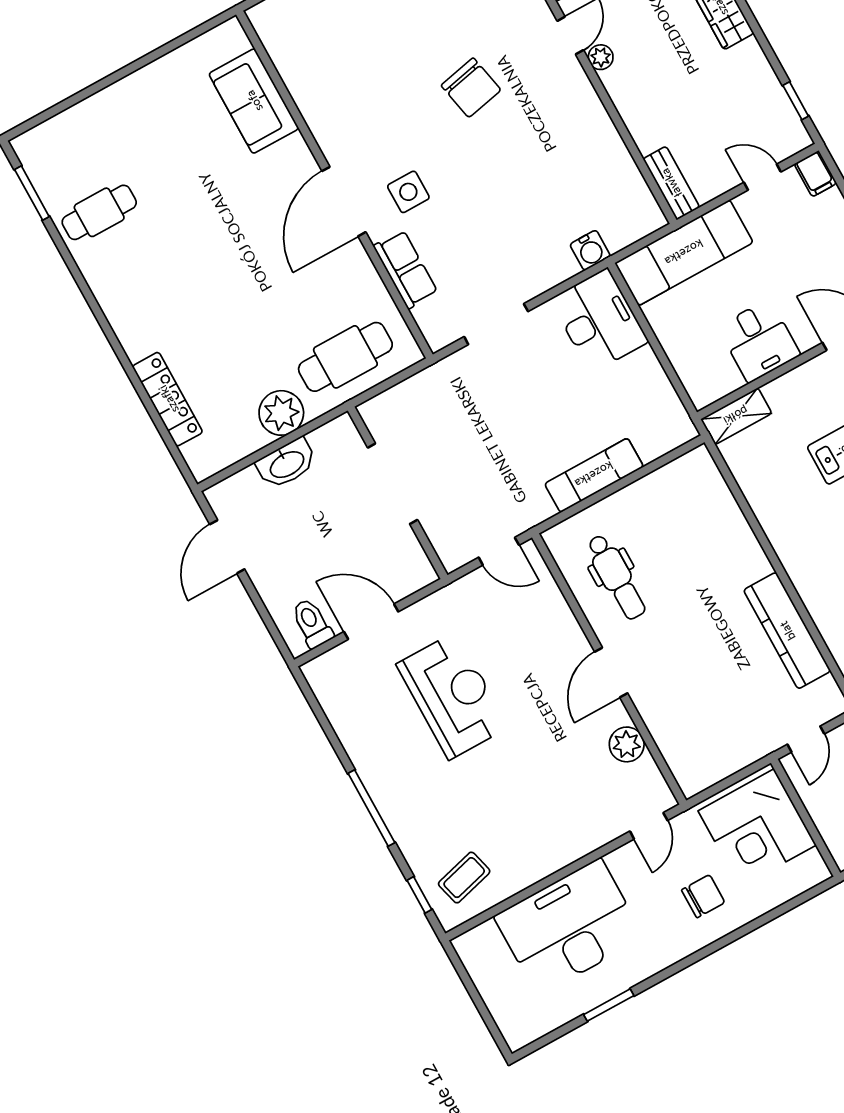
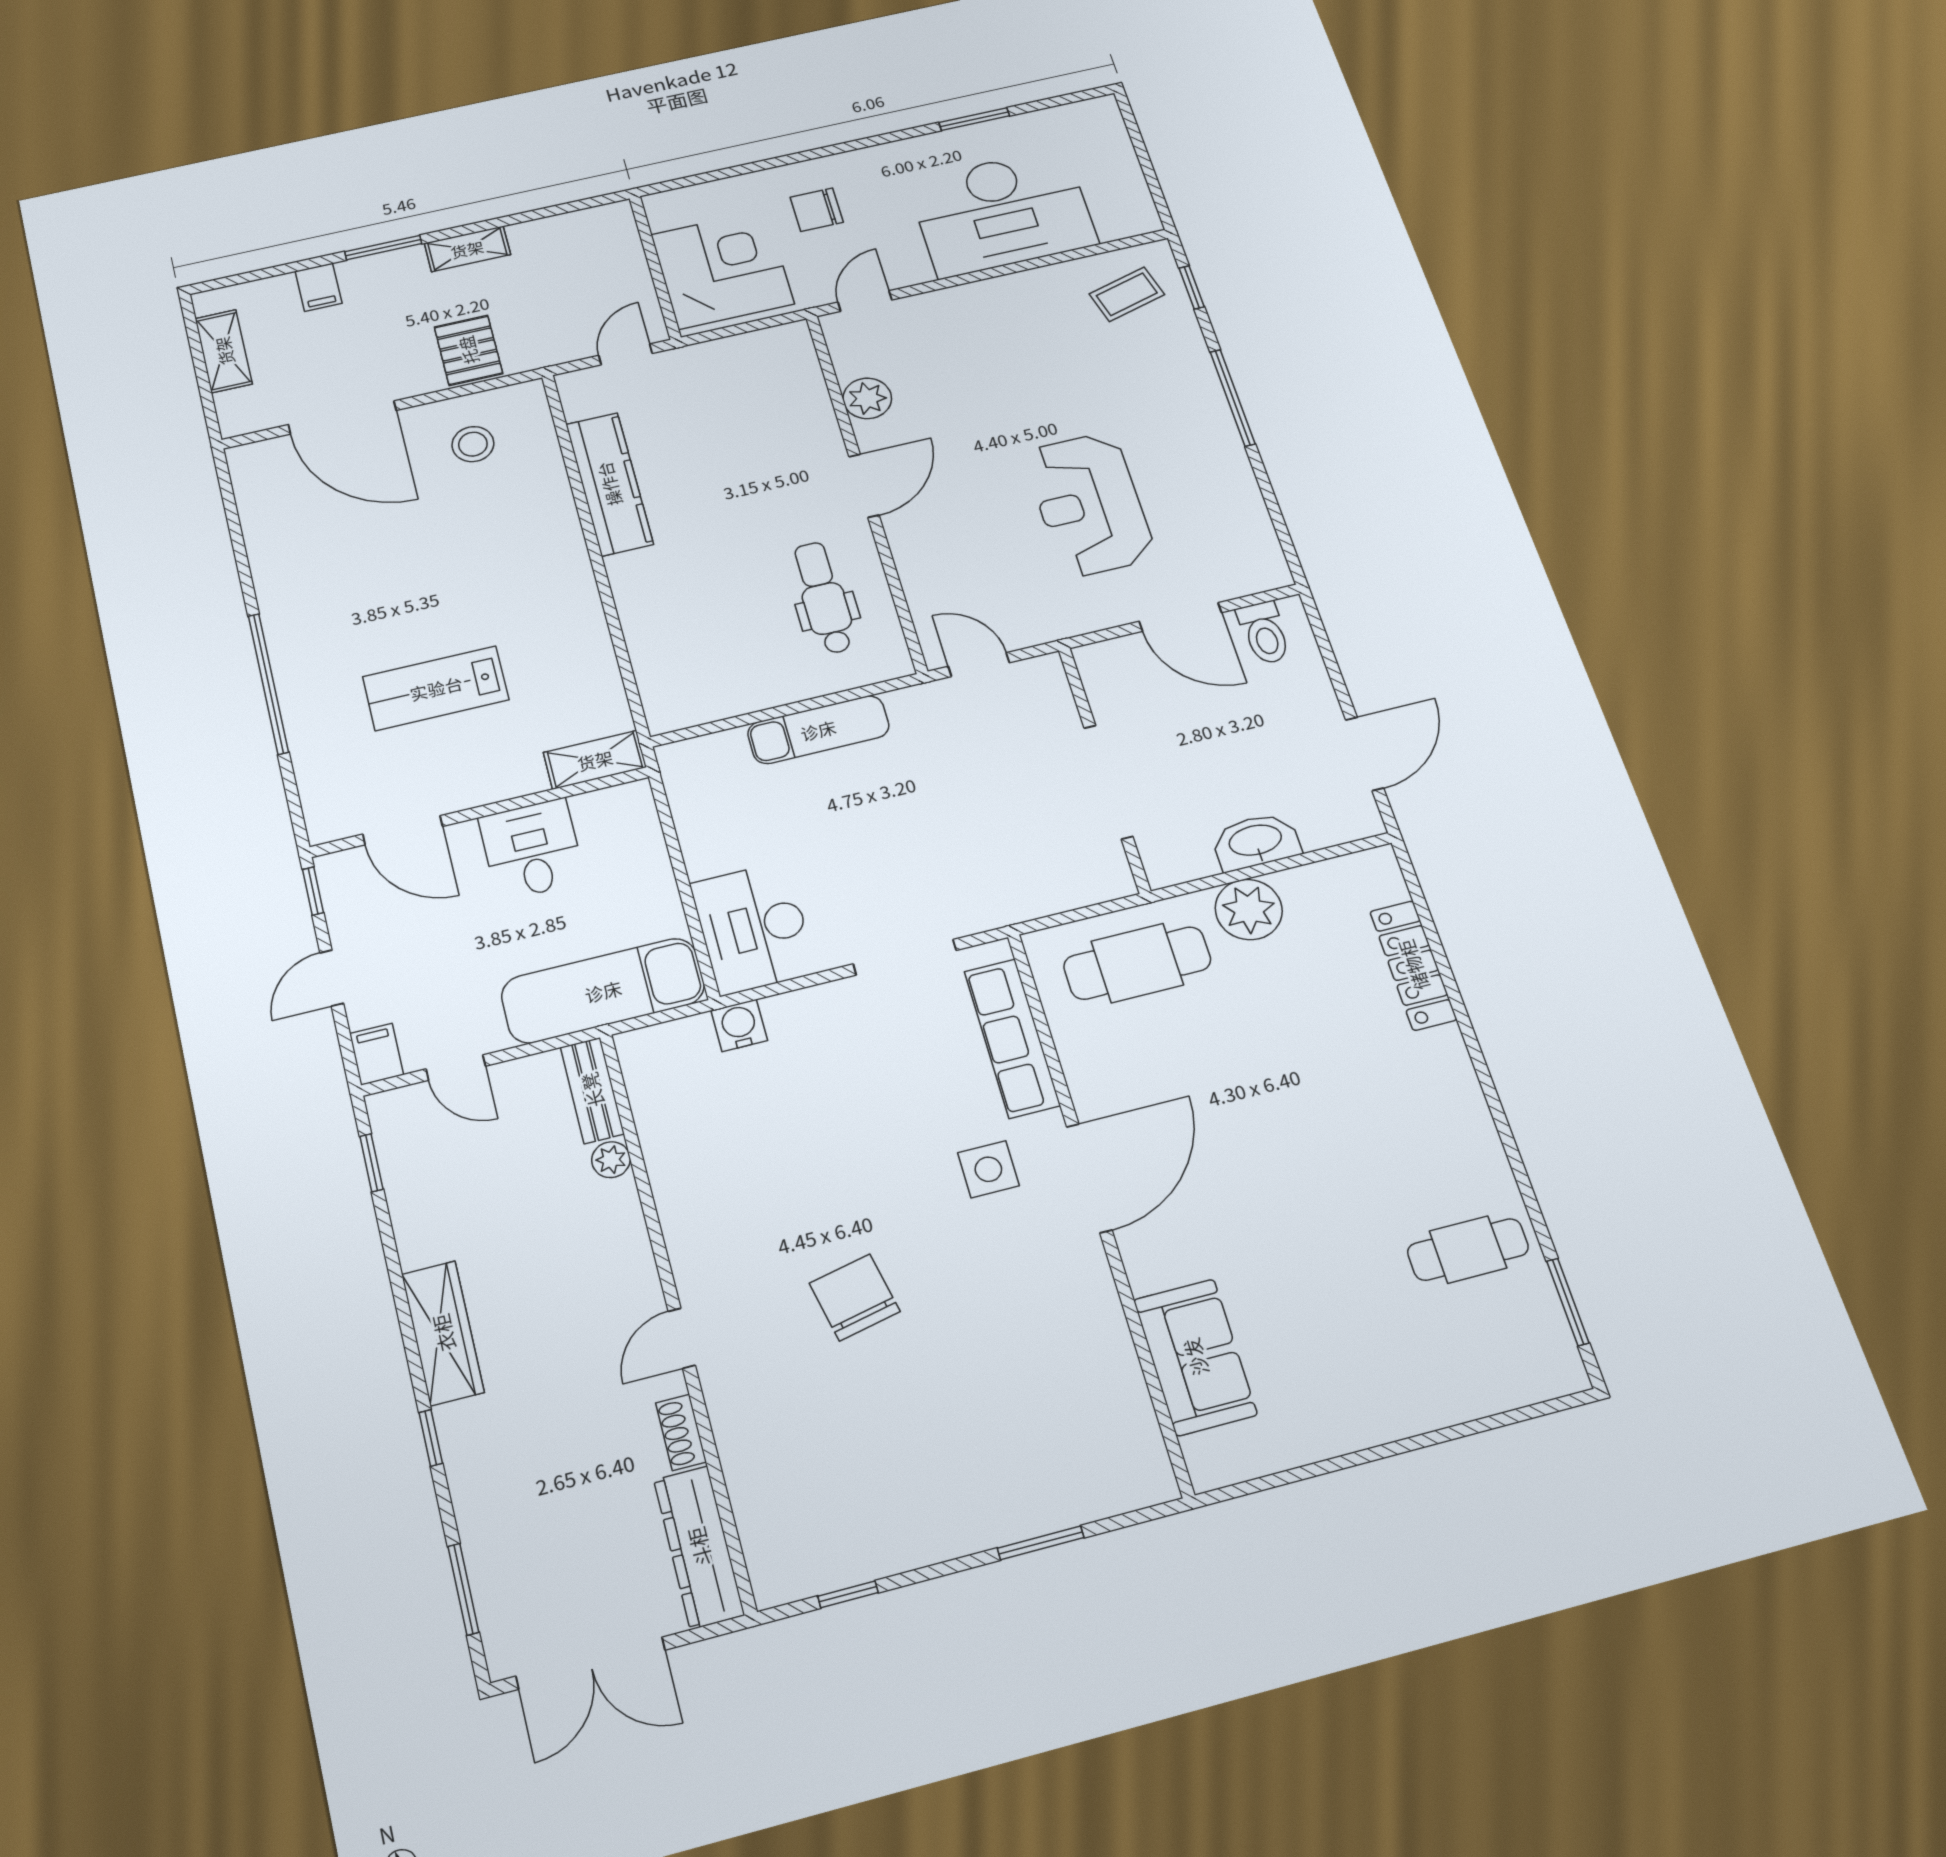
plant: (601, 57) -> (611, 1160), moved
row of seats: (406, 269) -> (1012, 1038), width x1.48

